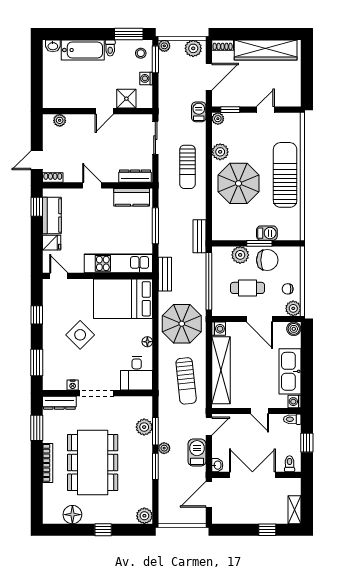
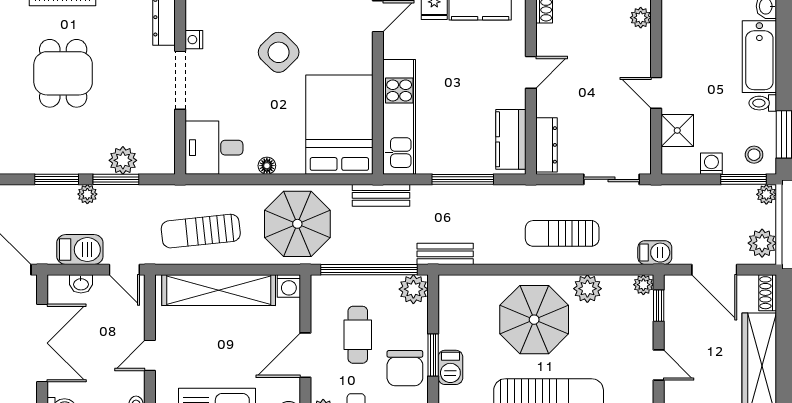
plant: (240, 255) -> (413, 289), moved
dining table: (93, 462) -> (63, 73), width x0.53, depth x0.80
washbasin: (217, 465) -> (81, 284), moved

